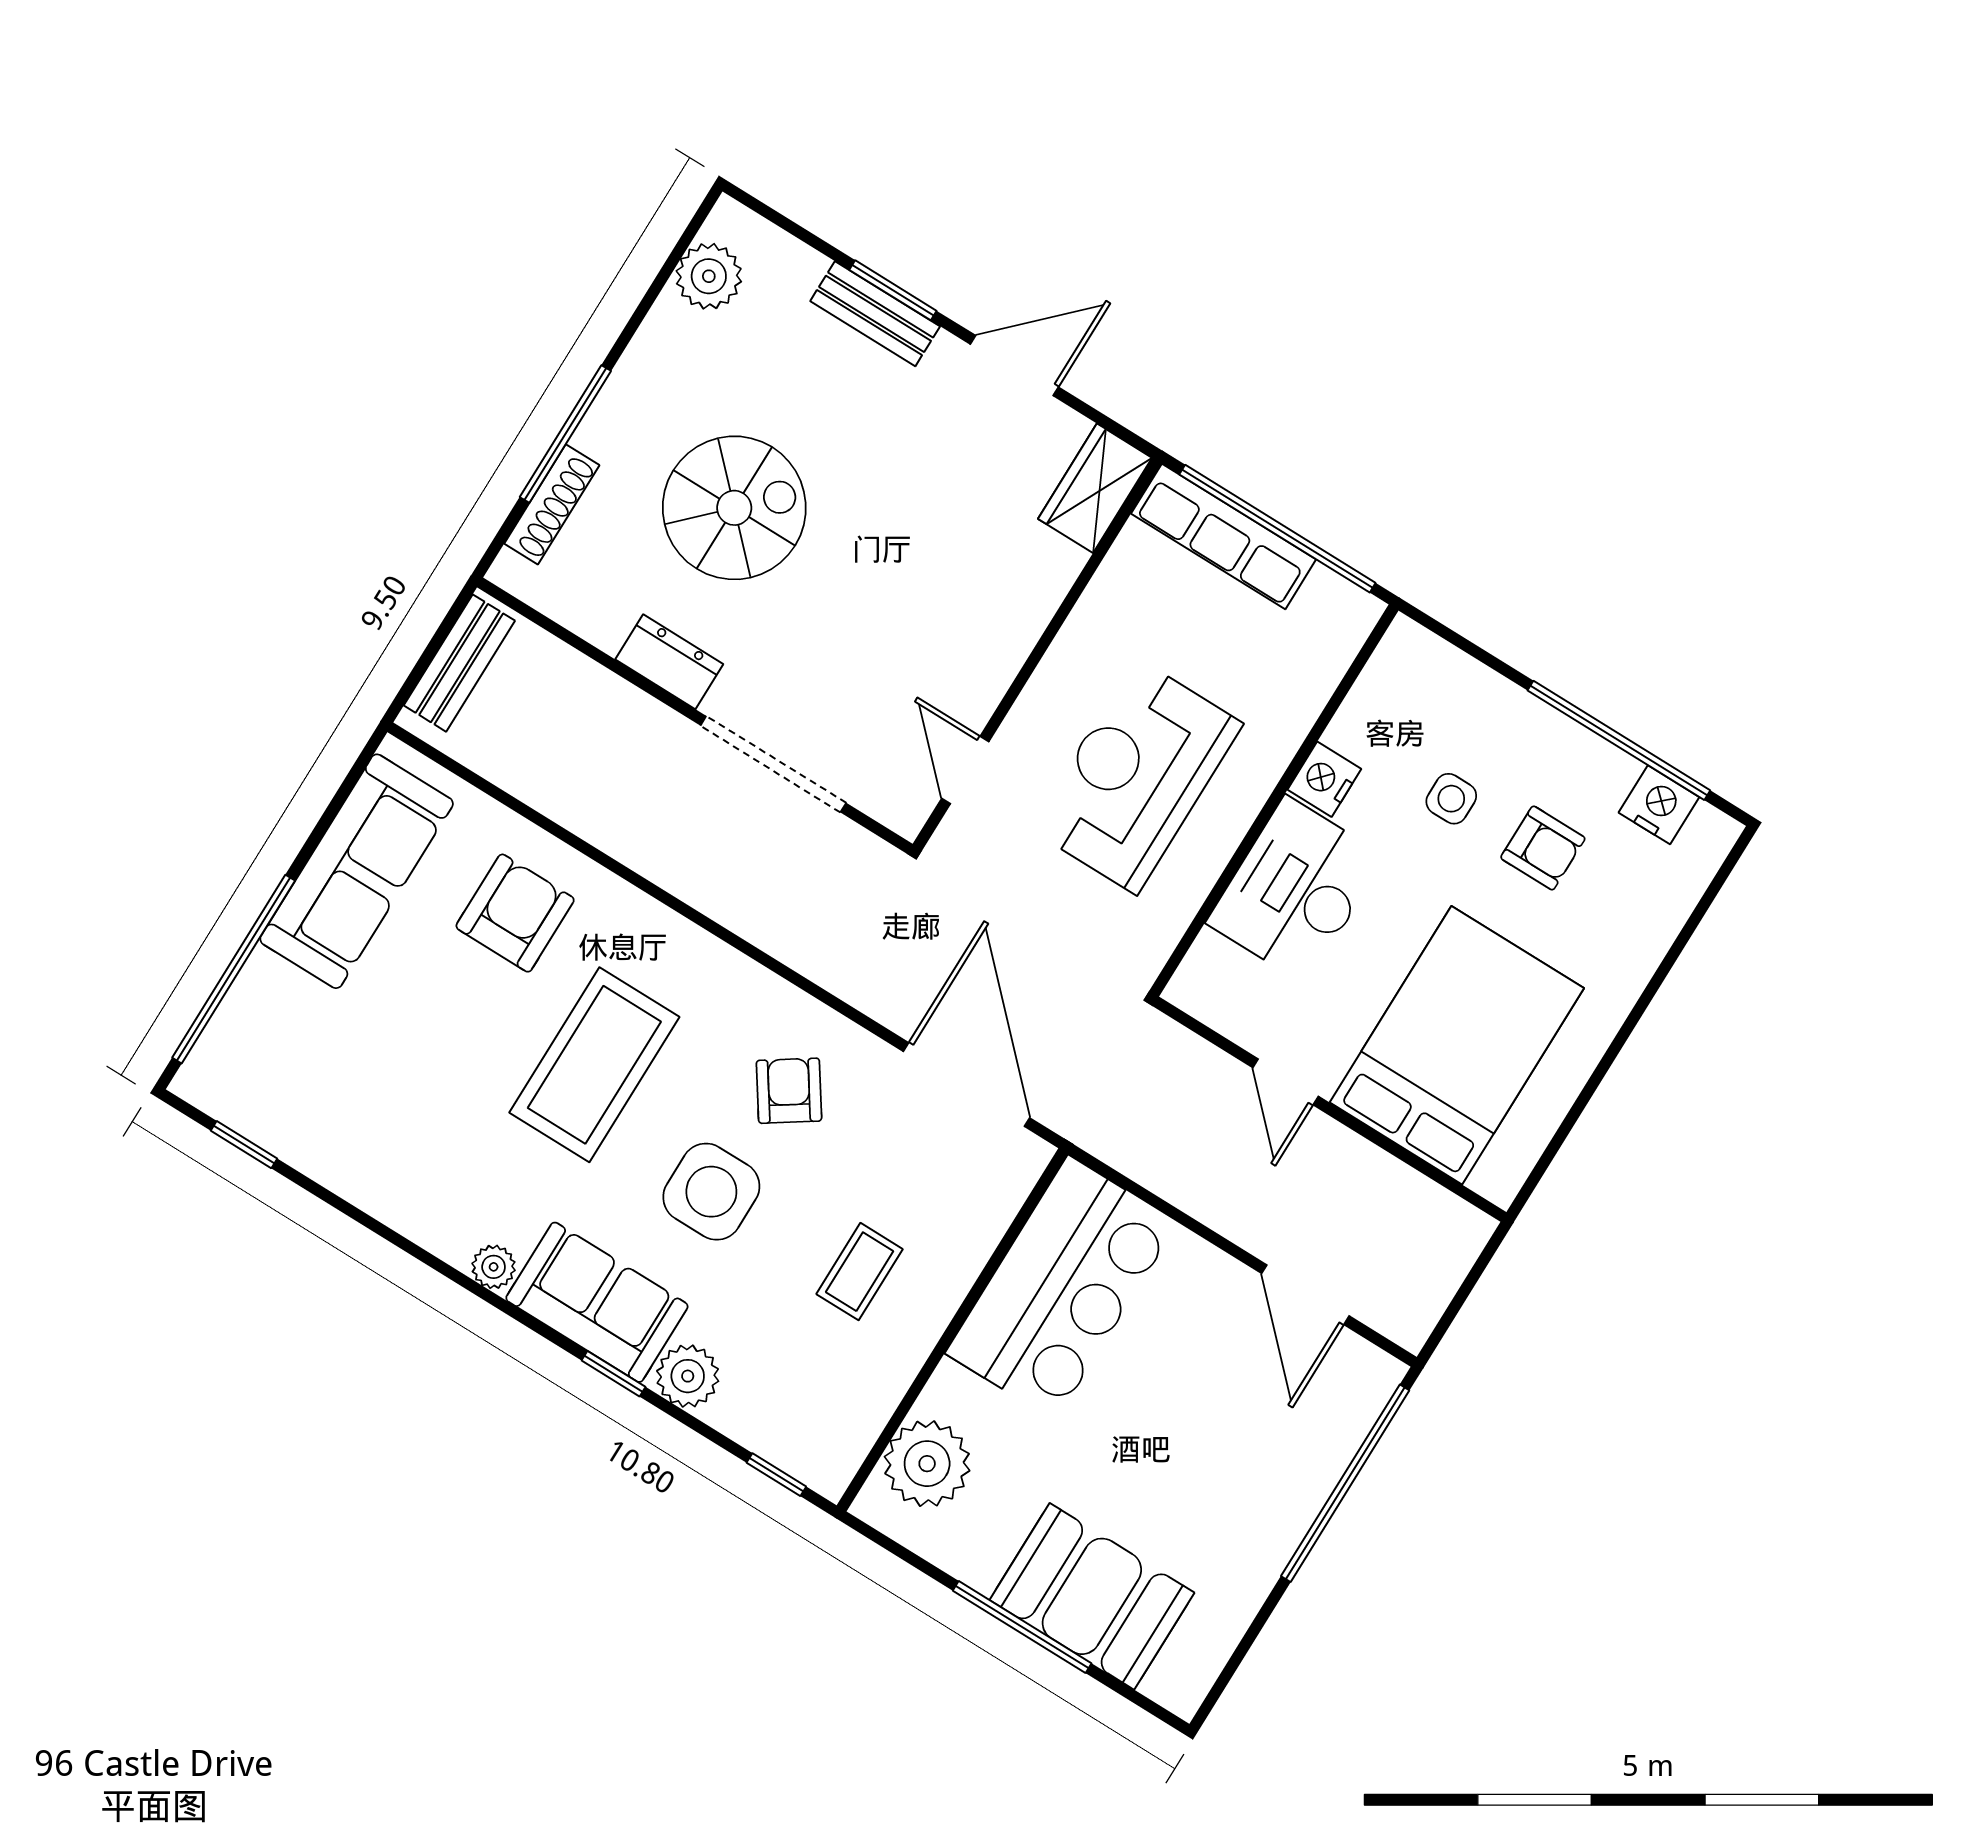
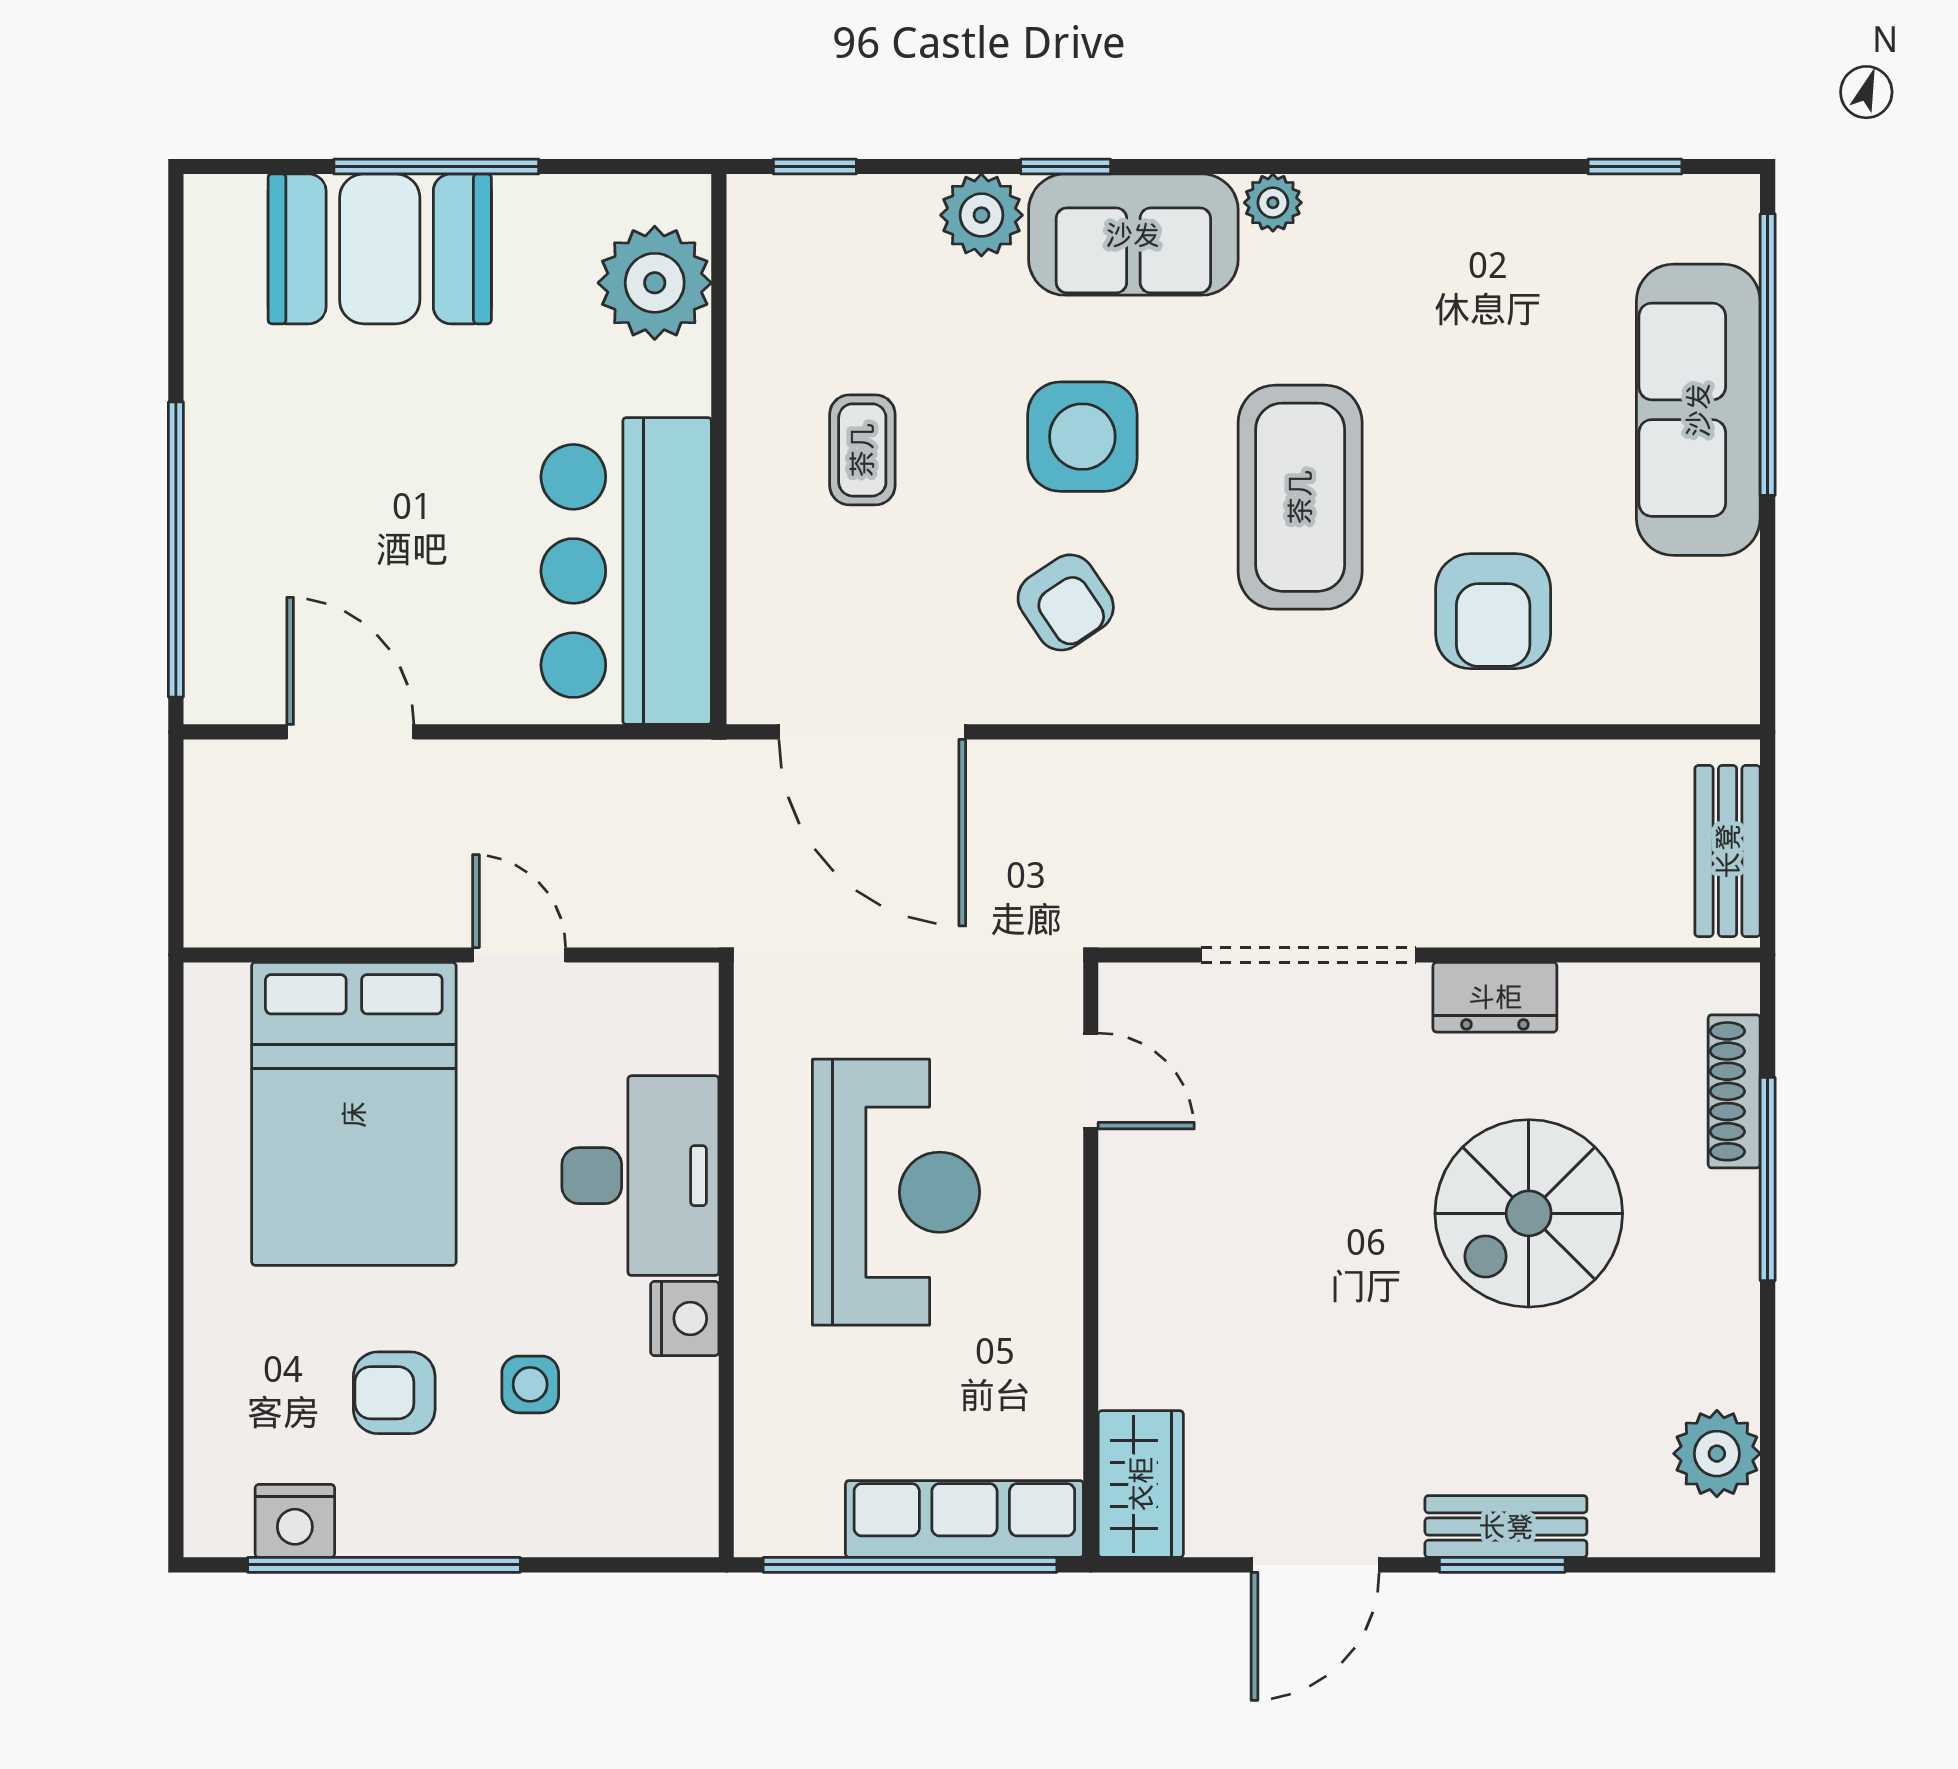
sofa: (357, 871) -> (1698, 410), moved

